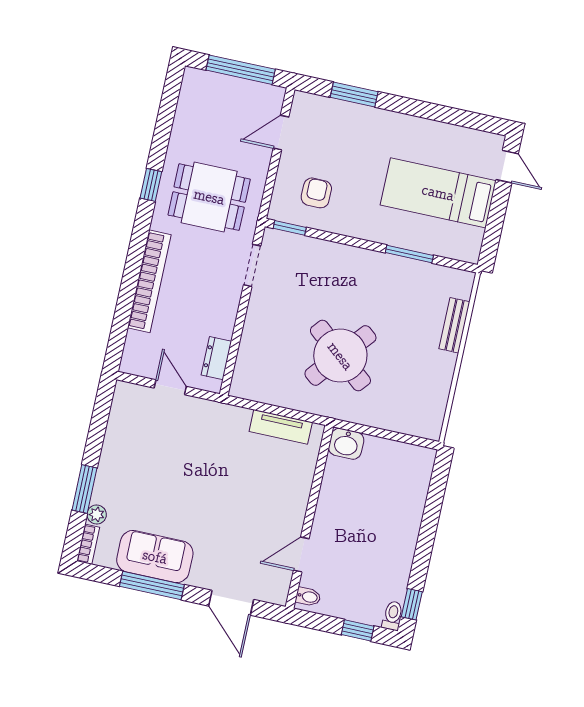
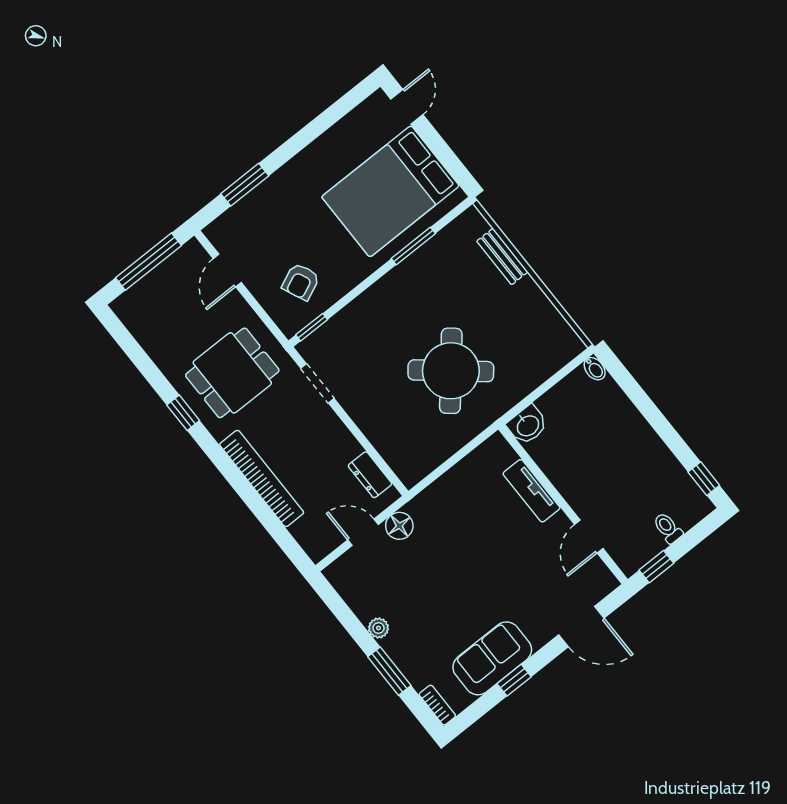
door: (507, 167) -> (407, 107), hinge flipped
armchair: (316, 193) -> (301, 282), turned -114
bed: (438, 193) -> (390, 191), width x1.50
floor lamp: (197, 410) -> (399, 526), added
tv unit: (281, 427) -> (531, 491), moved, turned 90
plant: (97, 514) -> (379, 628), moved
window: (152, 586) -> (514, 680), width x0.46
bidet: (308, 597) -> (595, 369), moved, turned 90
toilet: (393, 616) -> (668, 528), moved
window: (358, 630) -> (656, 567), moved

